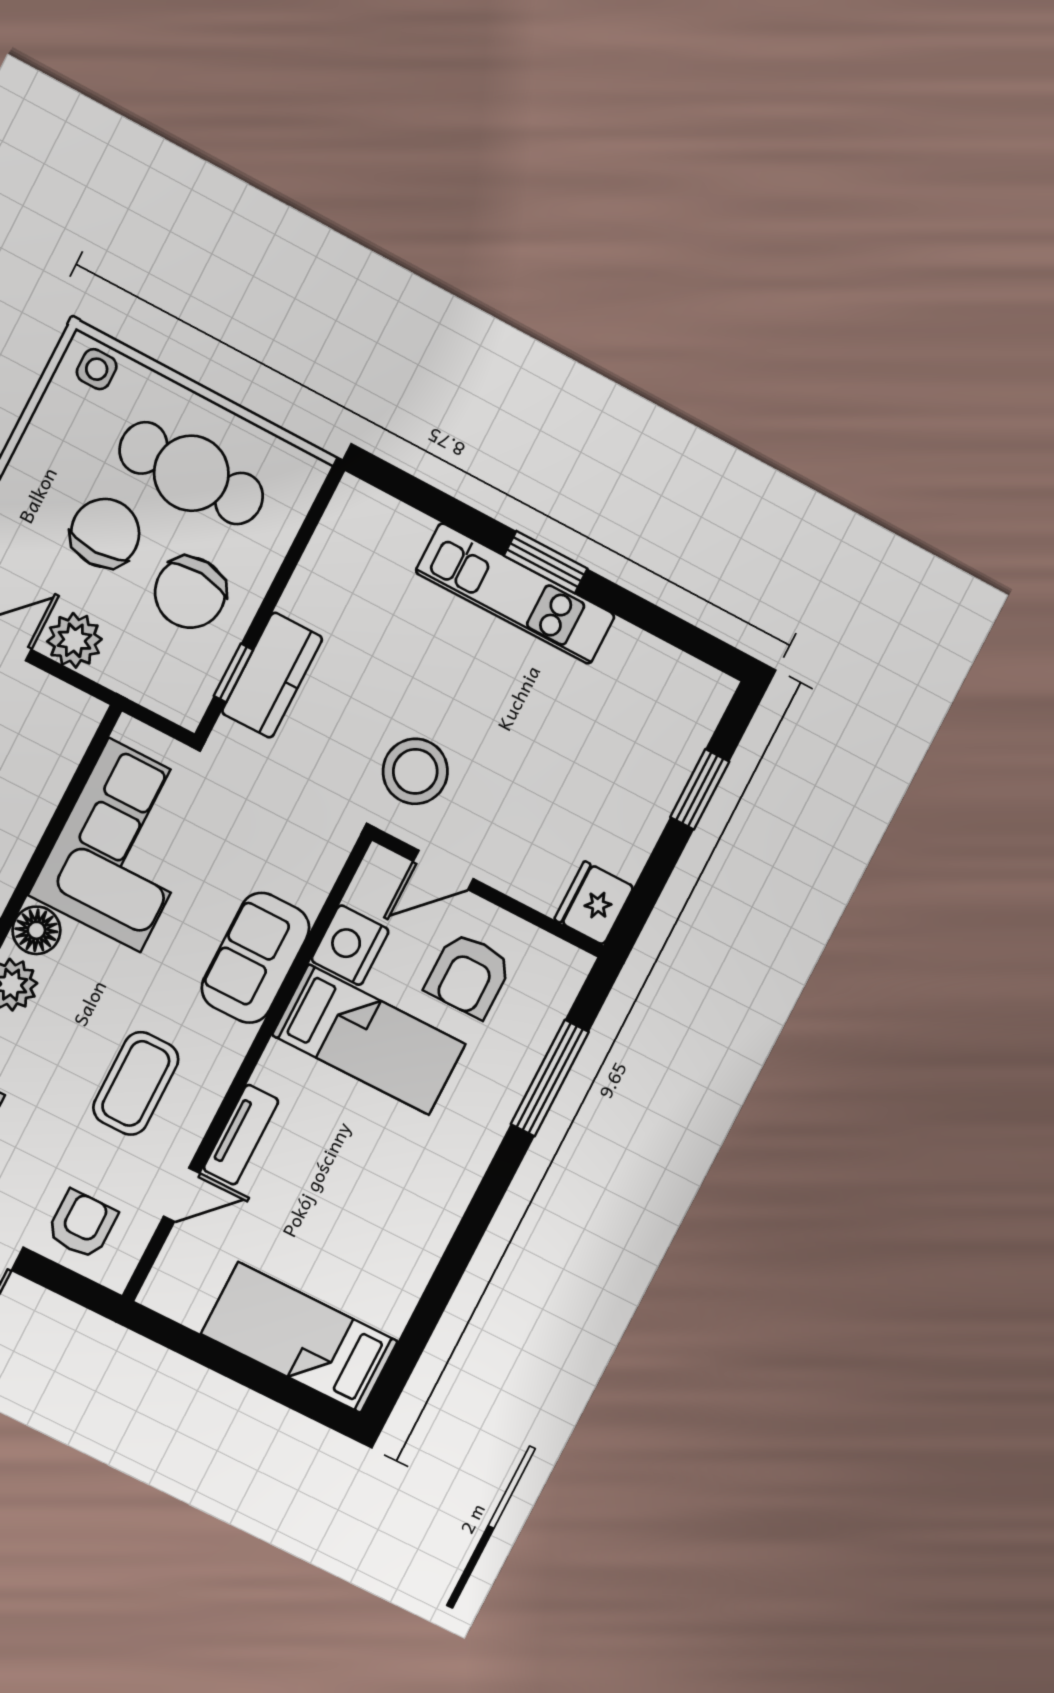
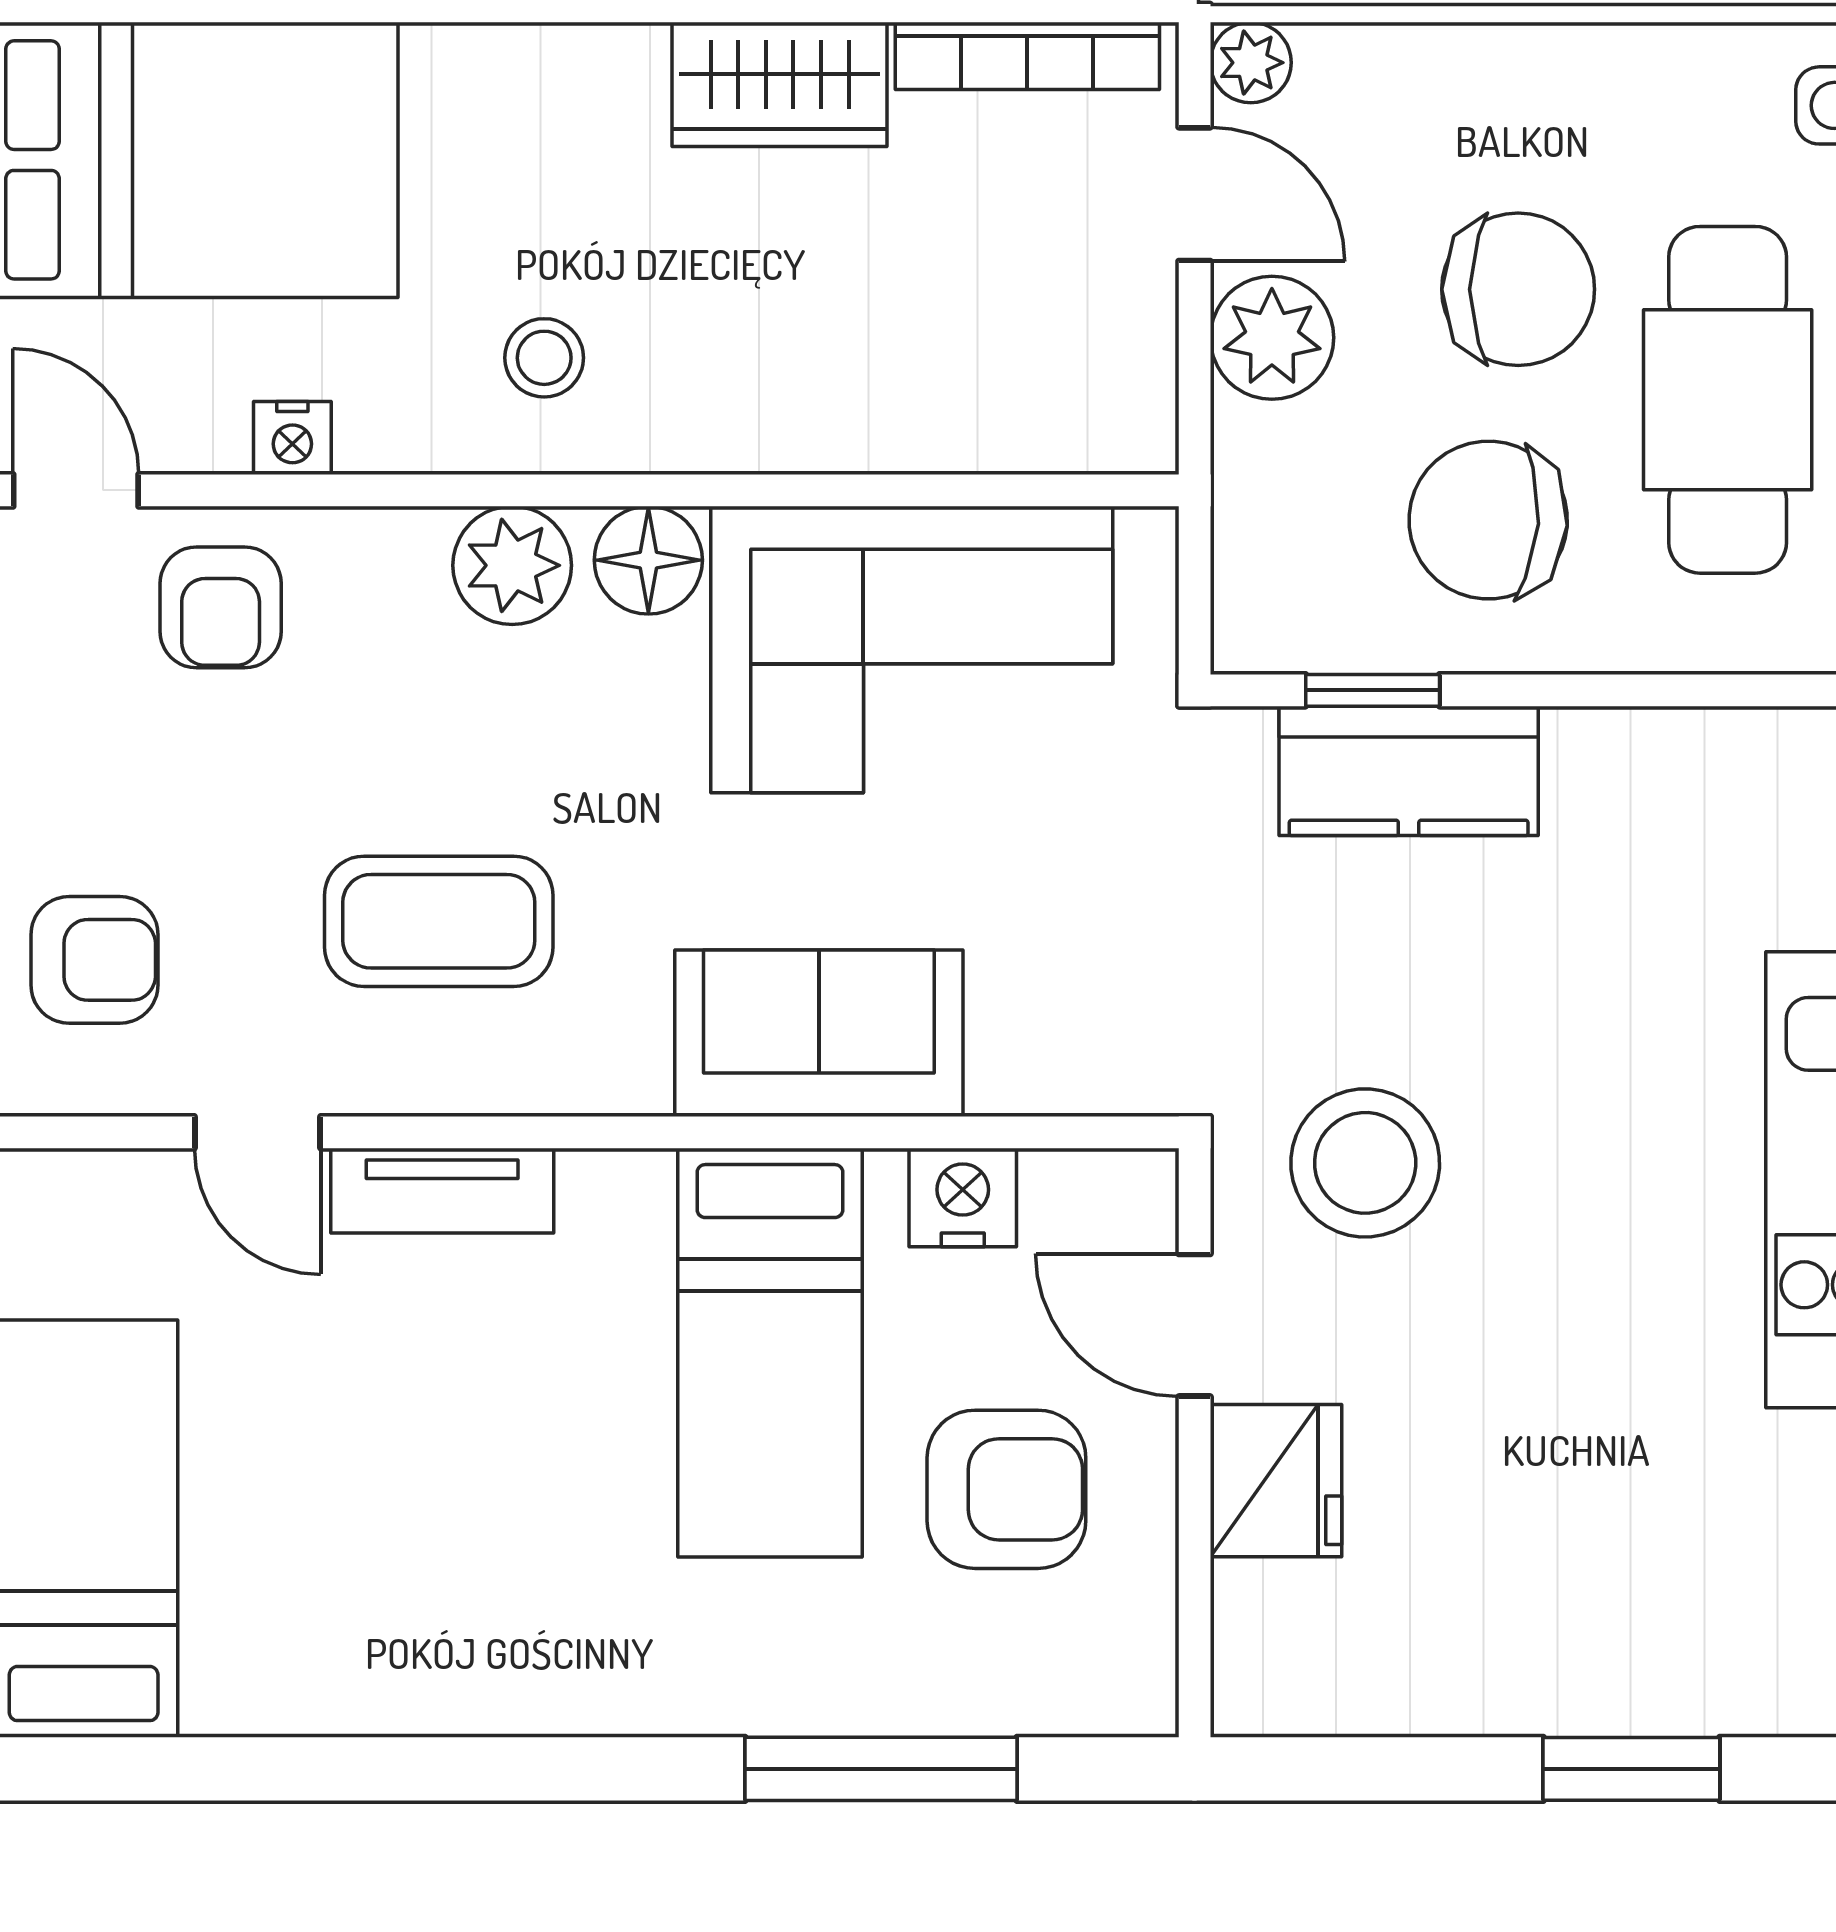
fridge: (594, 903) -> (1276, 1481), moved, turned 90
nightstand: (350, 945) -> (963, 1197), width x0.74, depth x0.75
armchair: (469, 975) -> (1006, 1489), turned 180

